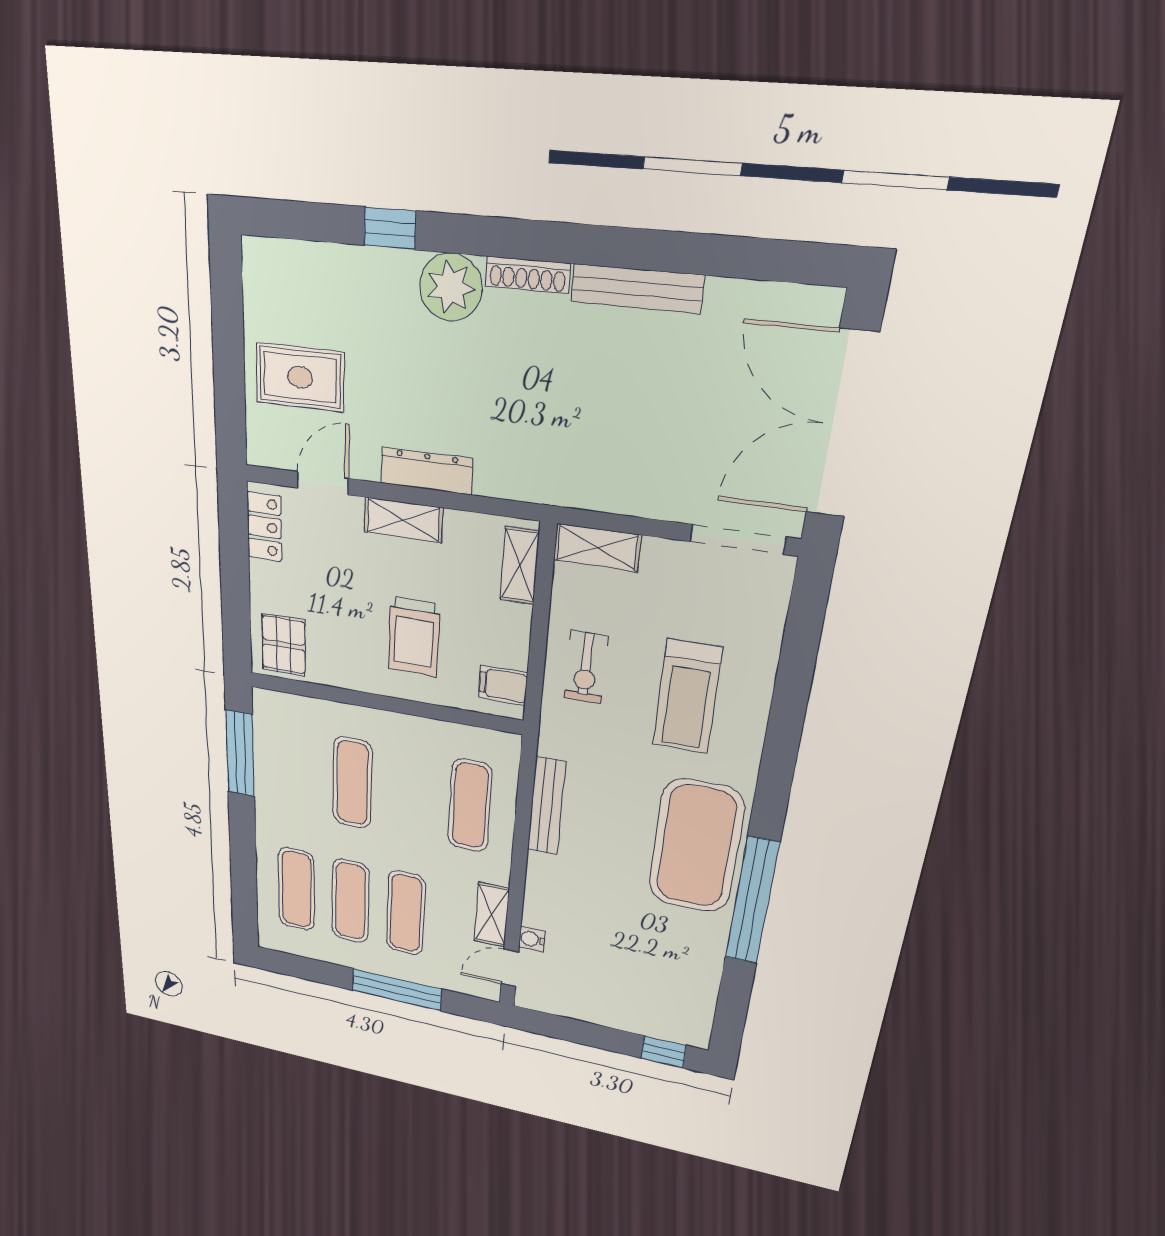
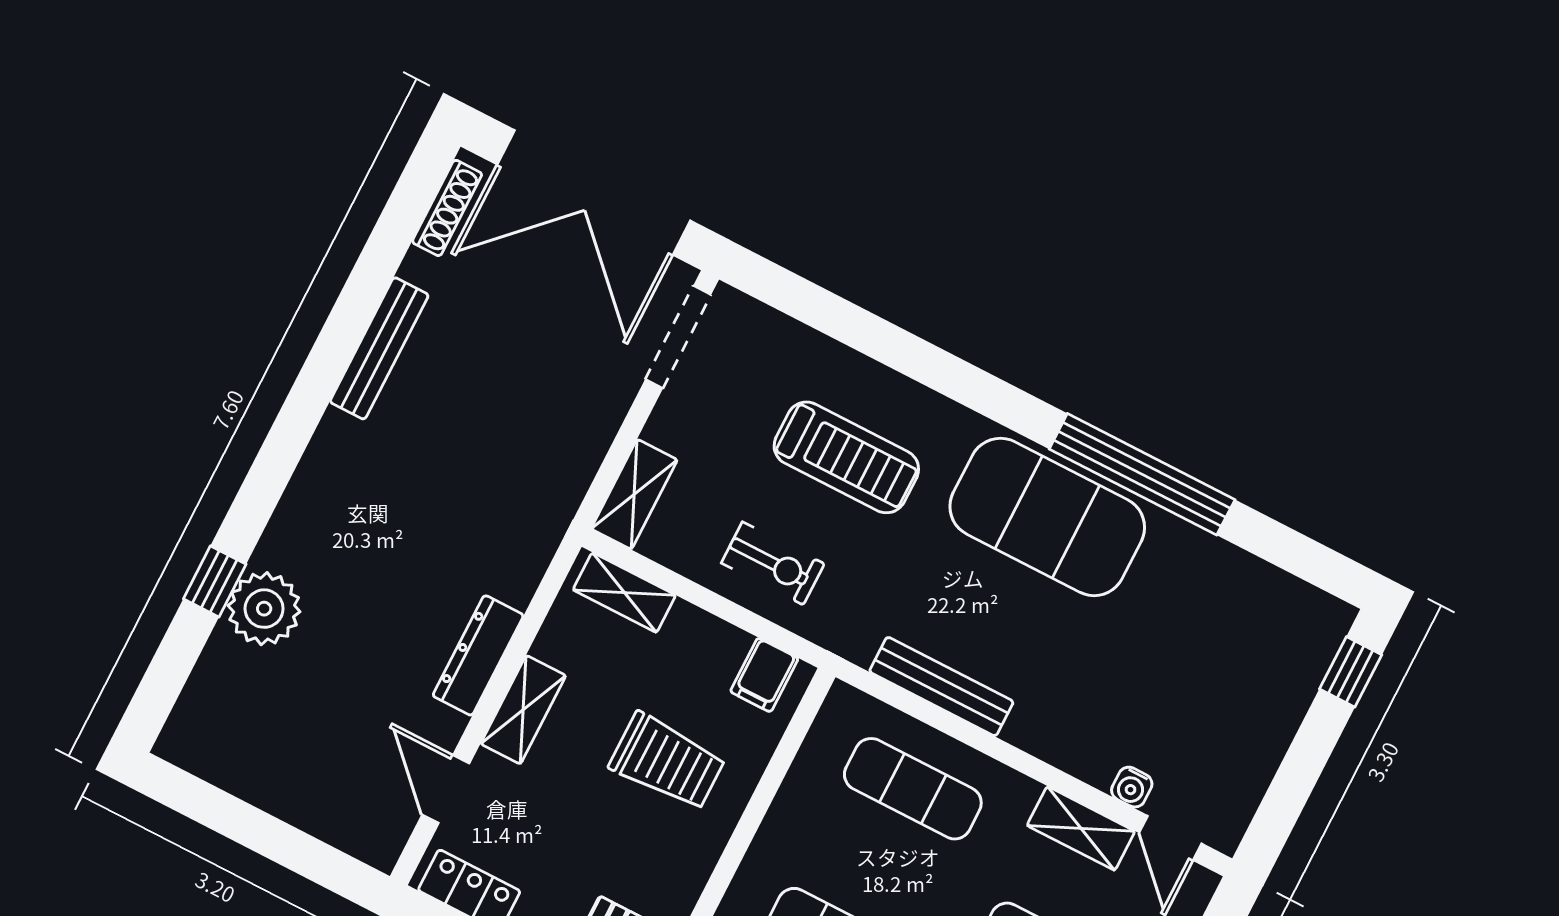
shoe rack: (528, 275) -> (447, 208), moved
plant: (451, 287) -> (264, 609), moved
rug: (300, 377) -> (320, 758), removed

